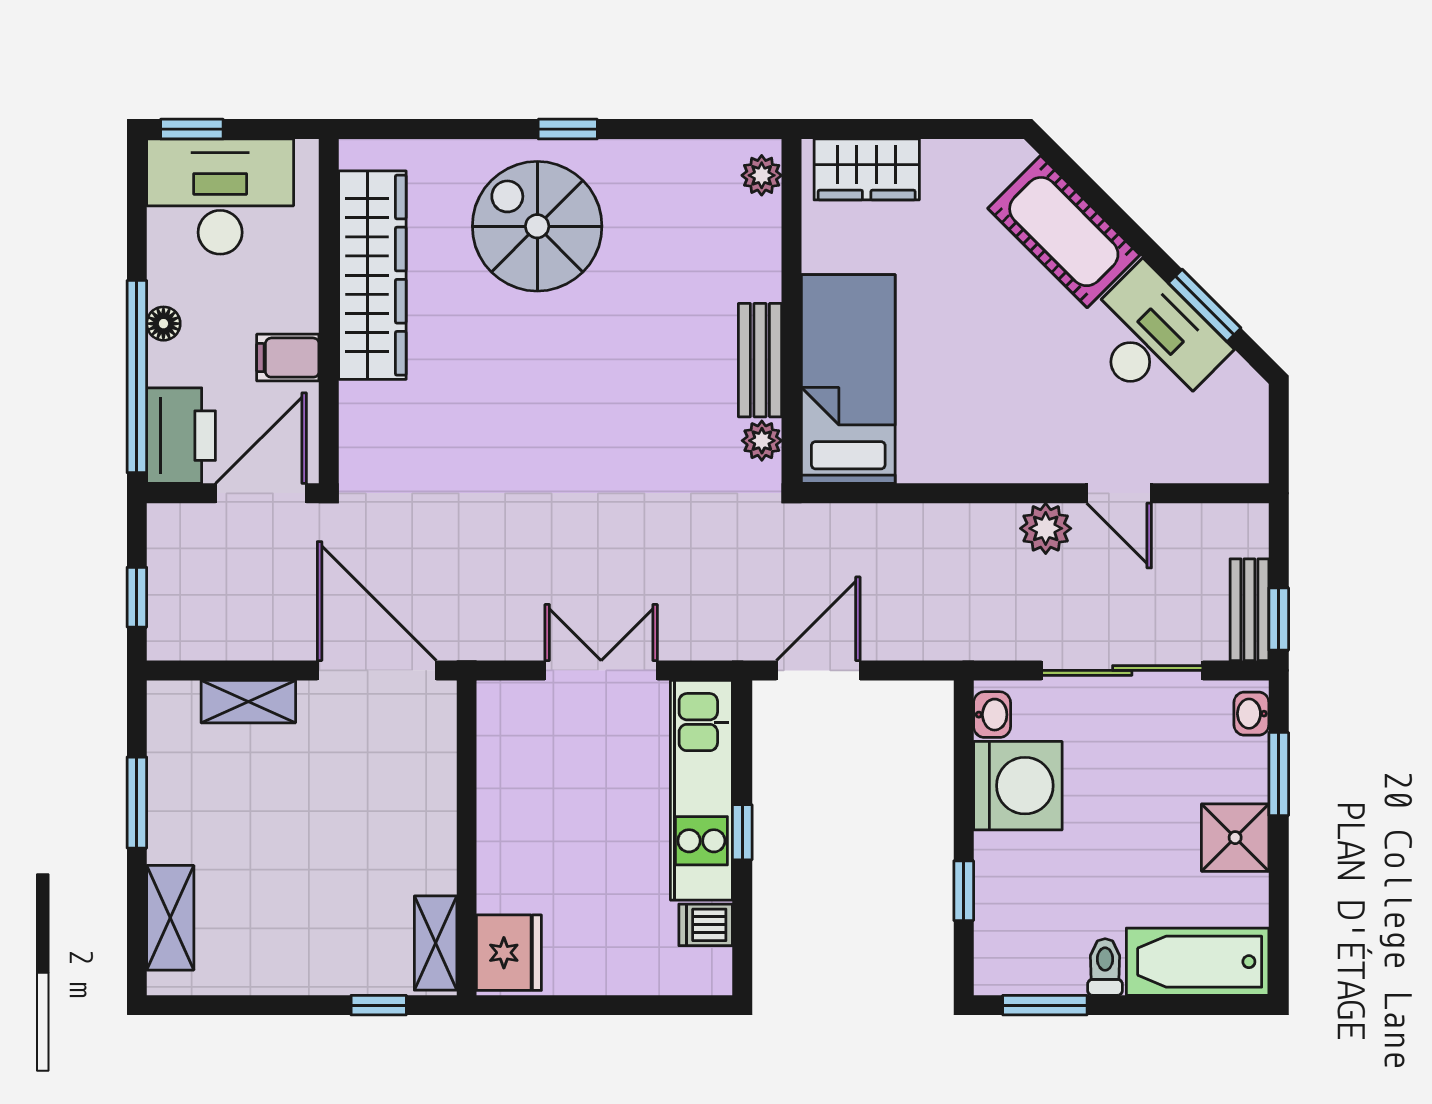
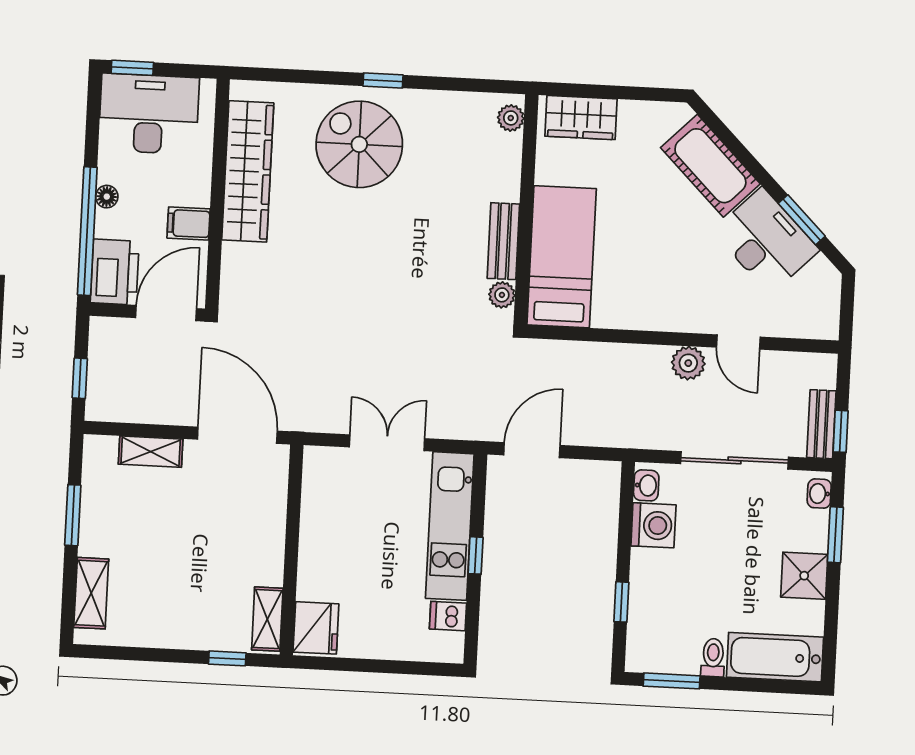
washing machine: (1018, 786) -> (653, 525), width x0.73, depth x0.73

